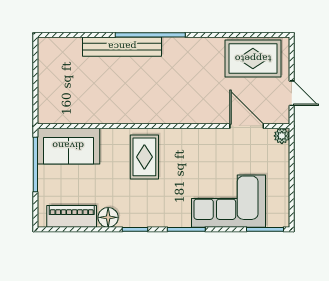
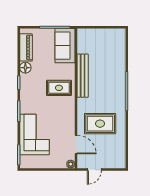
bench: (122, 47) -> (83, 76), moved
rug: (253, 59) -> (100, 124), moved, turned 90
door: (247, 126) -> (76, 145), hinge flipped

